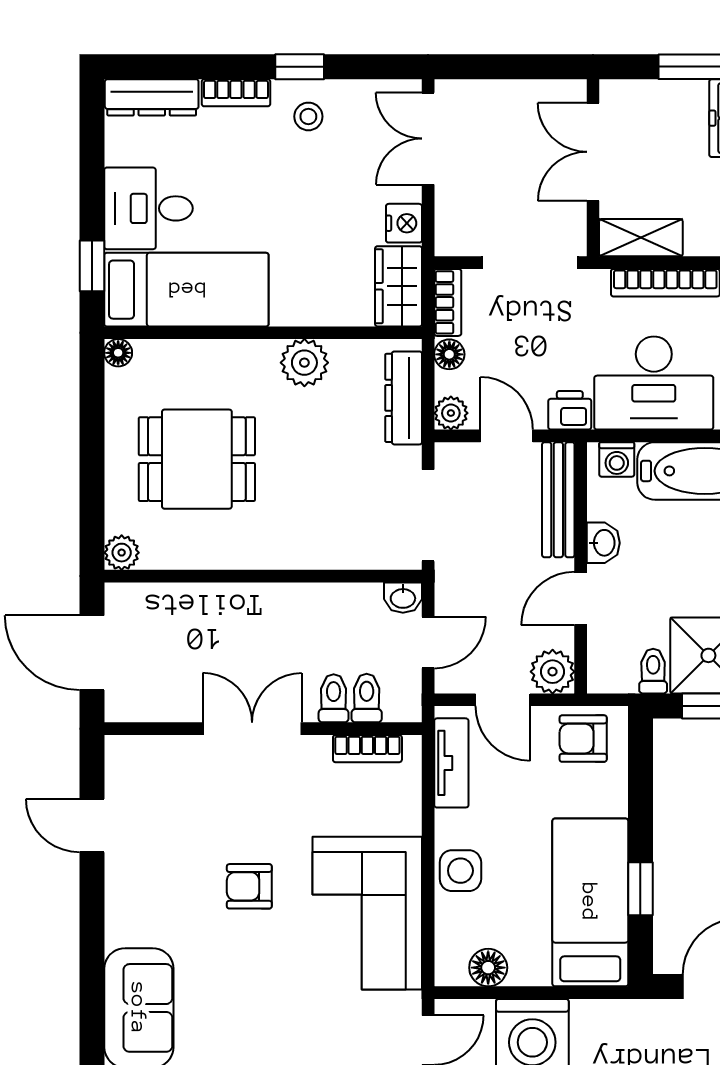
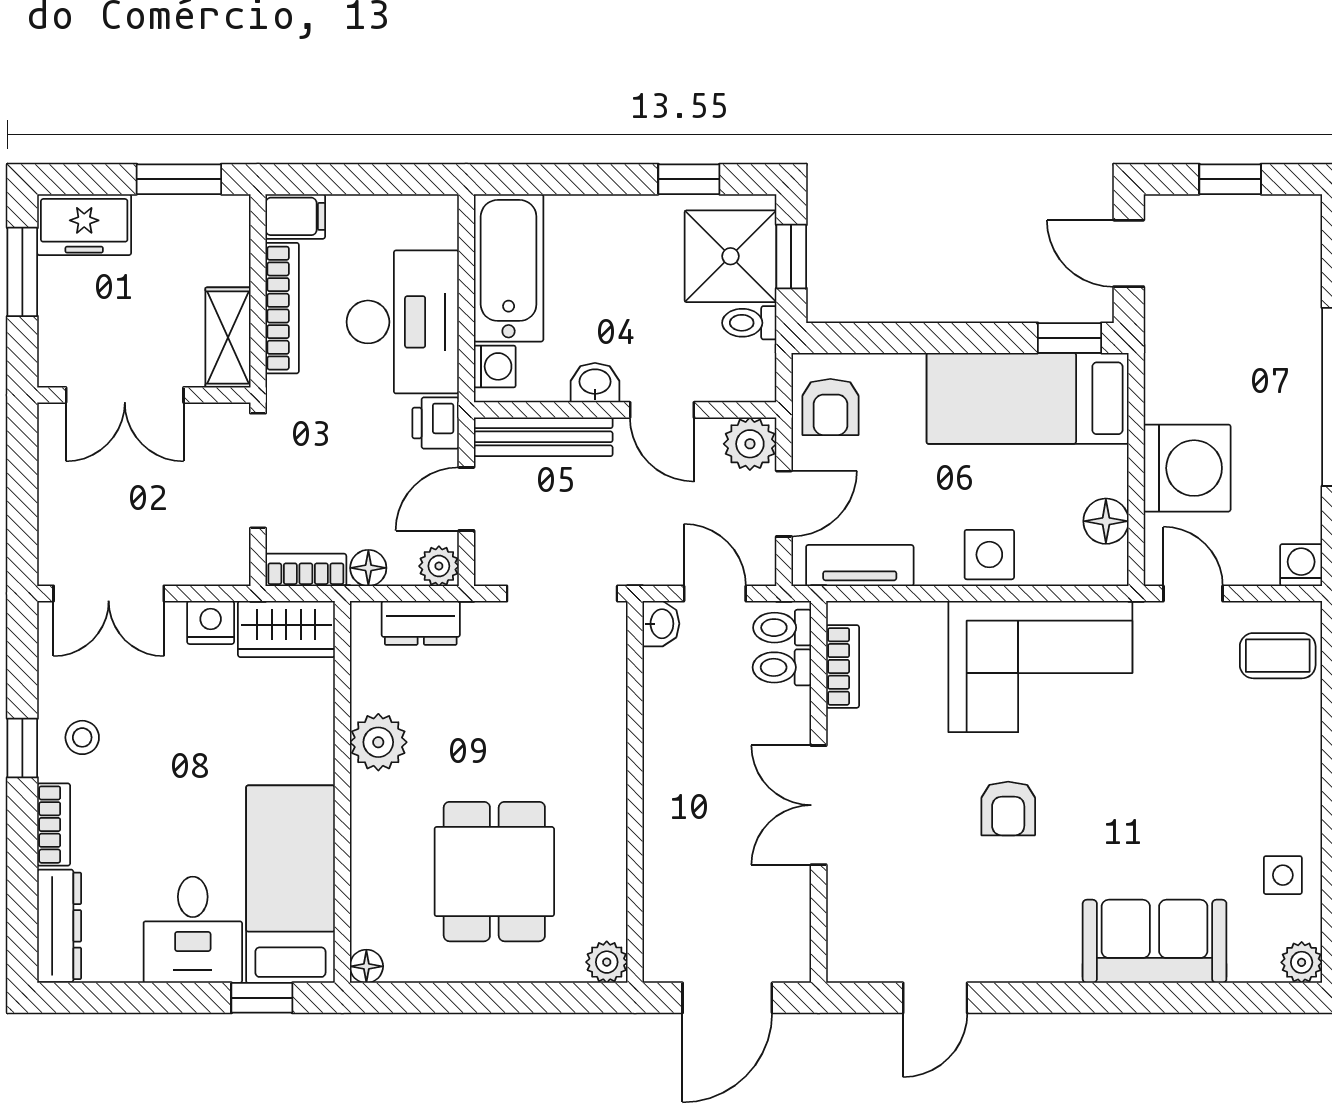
dresser: (404, 398) -> (421, 623), width x0.70
toilet: (334, 698) -> (782, 628), moved
window: (640, 889) -> (1070, 338), moved

